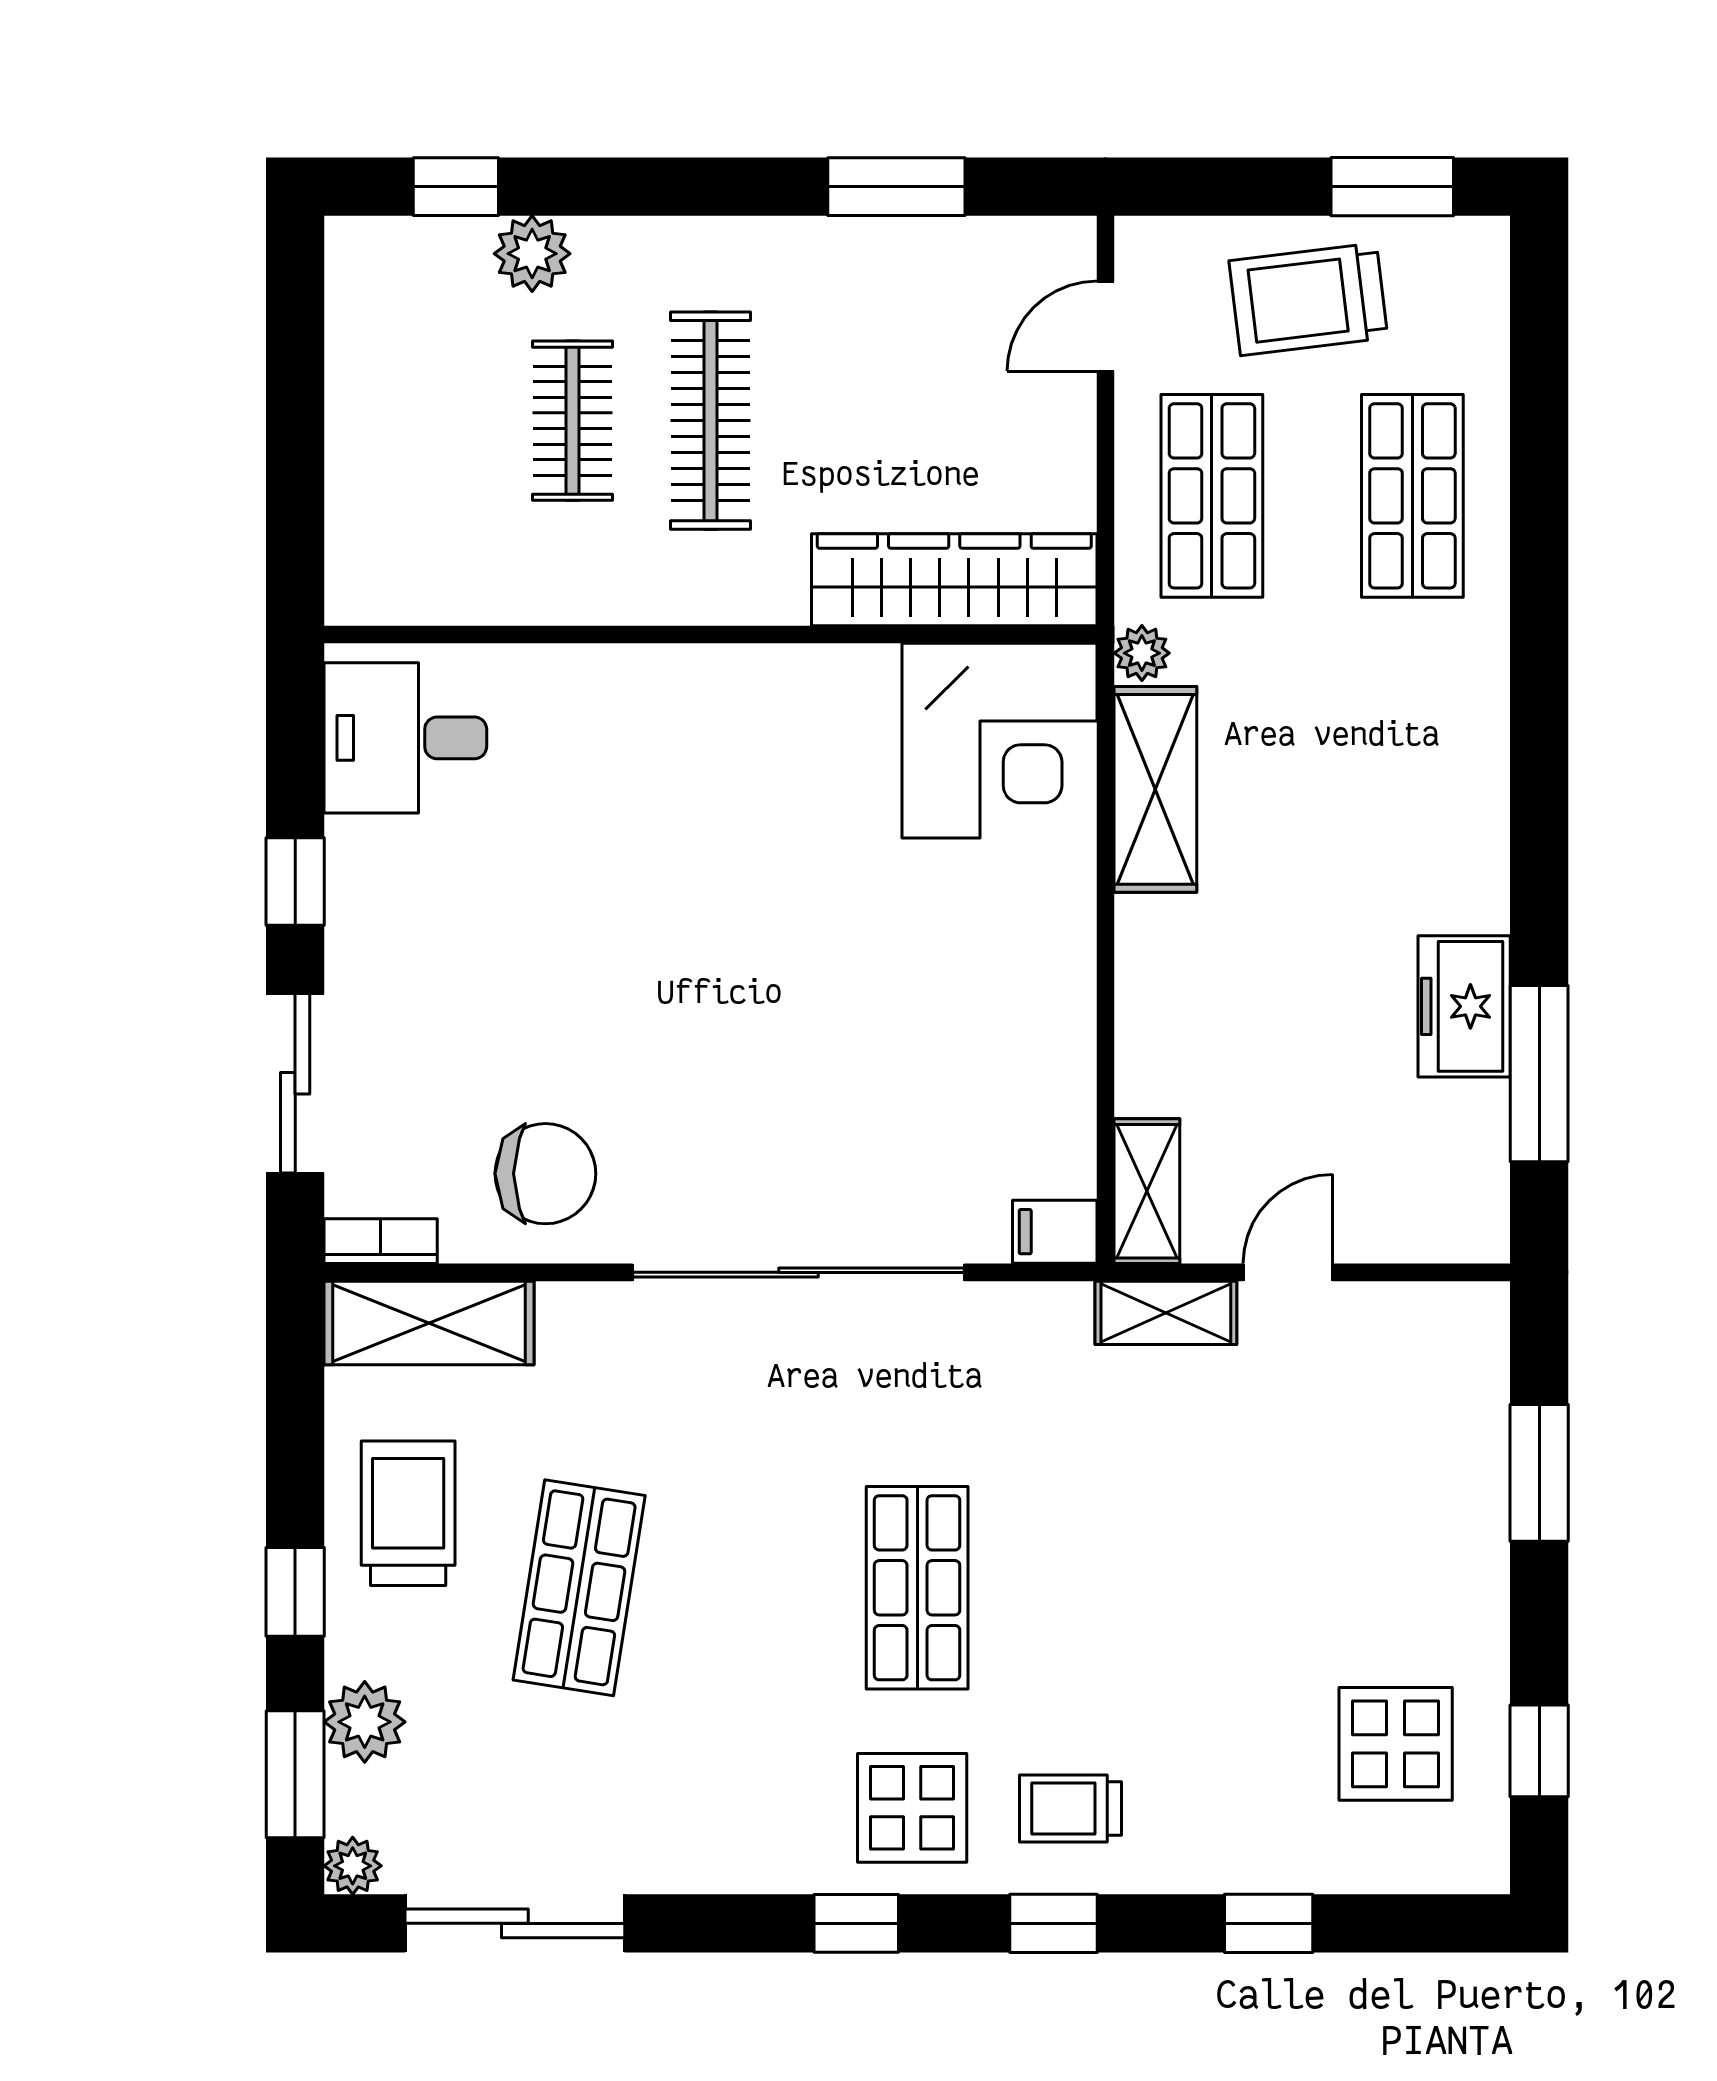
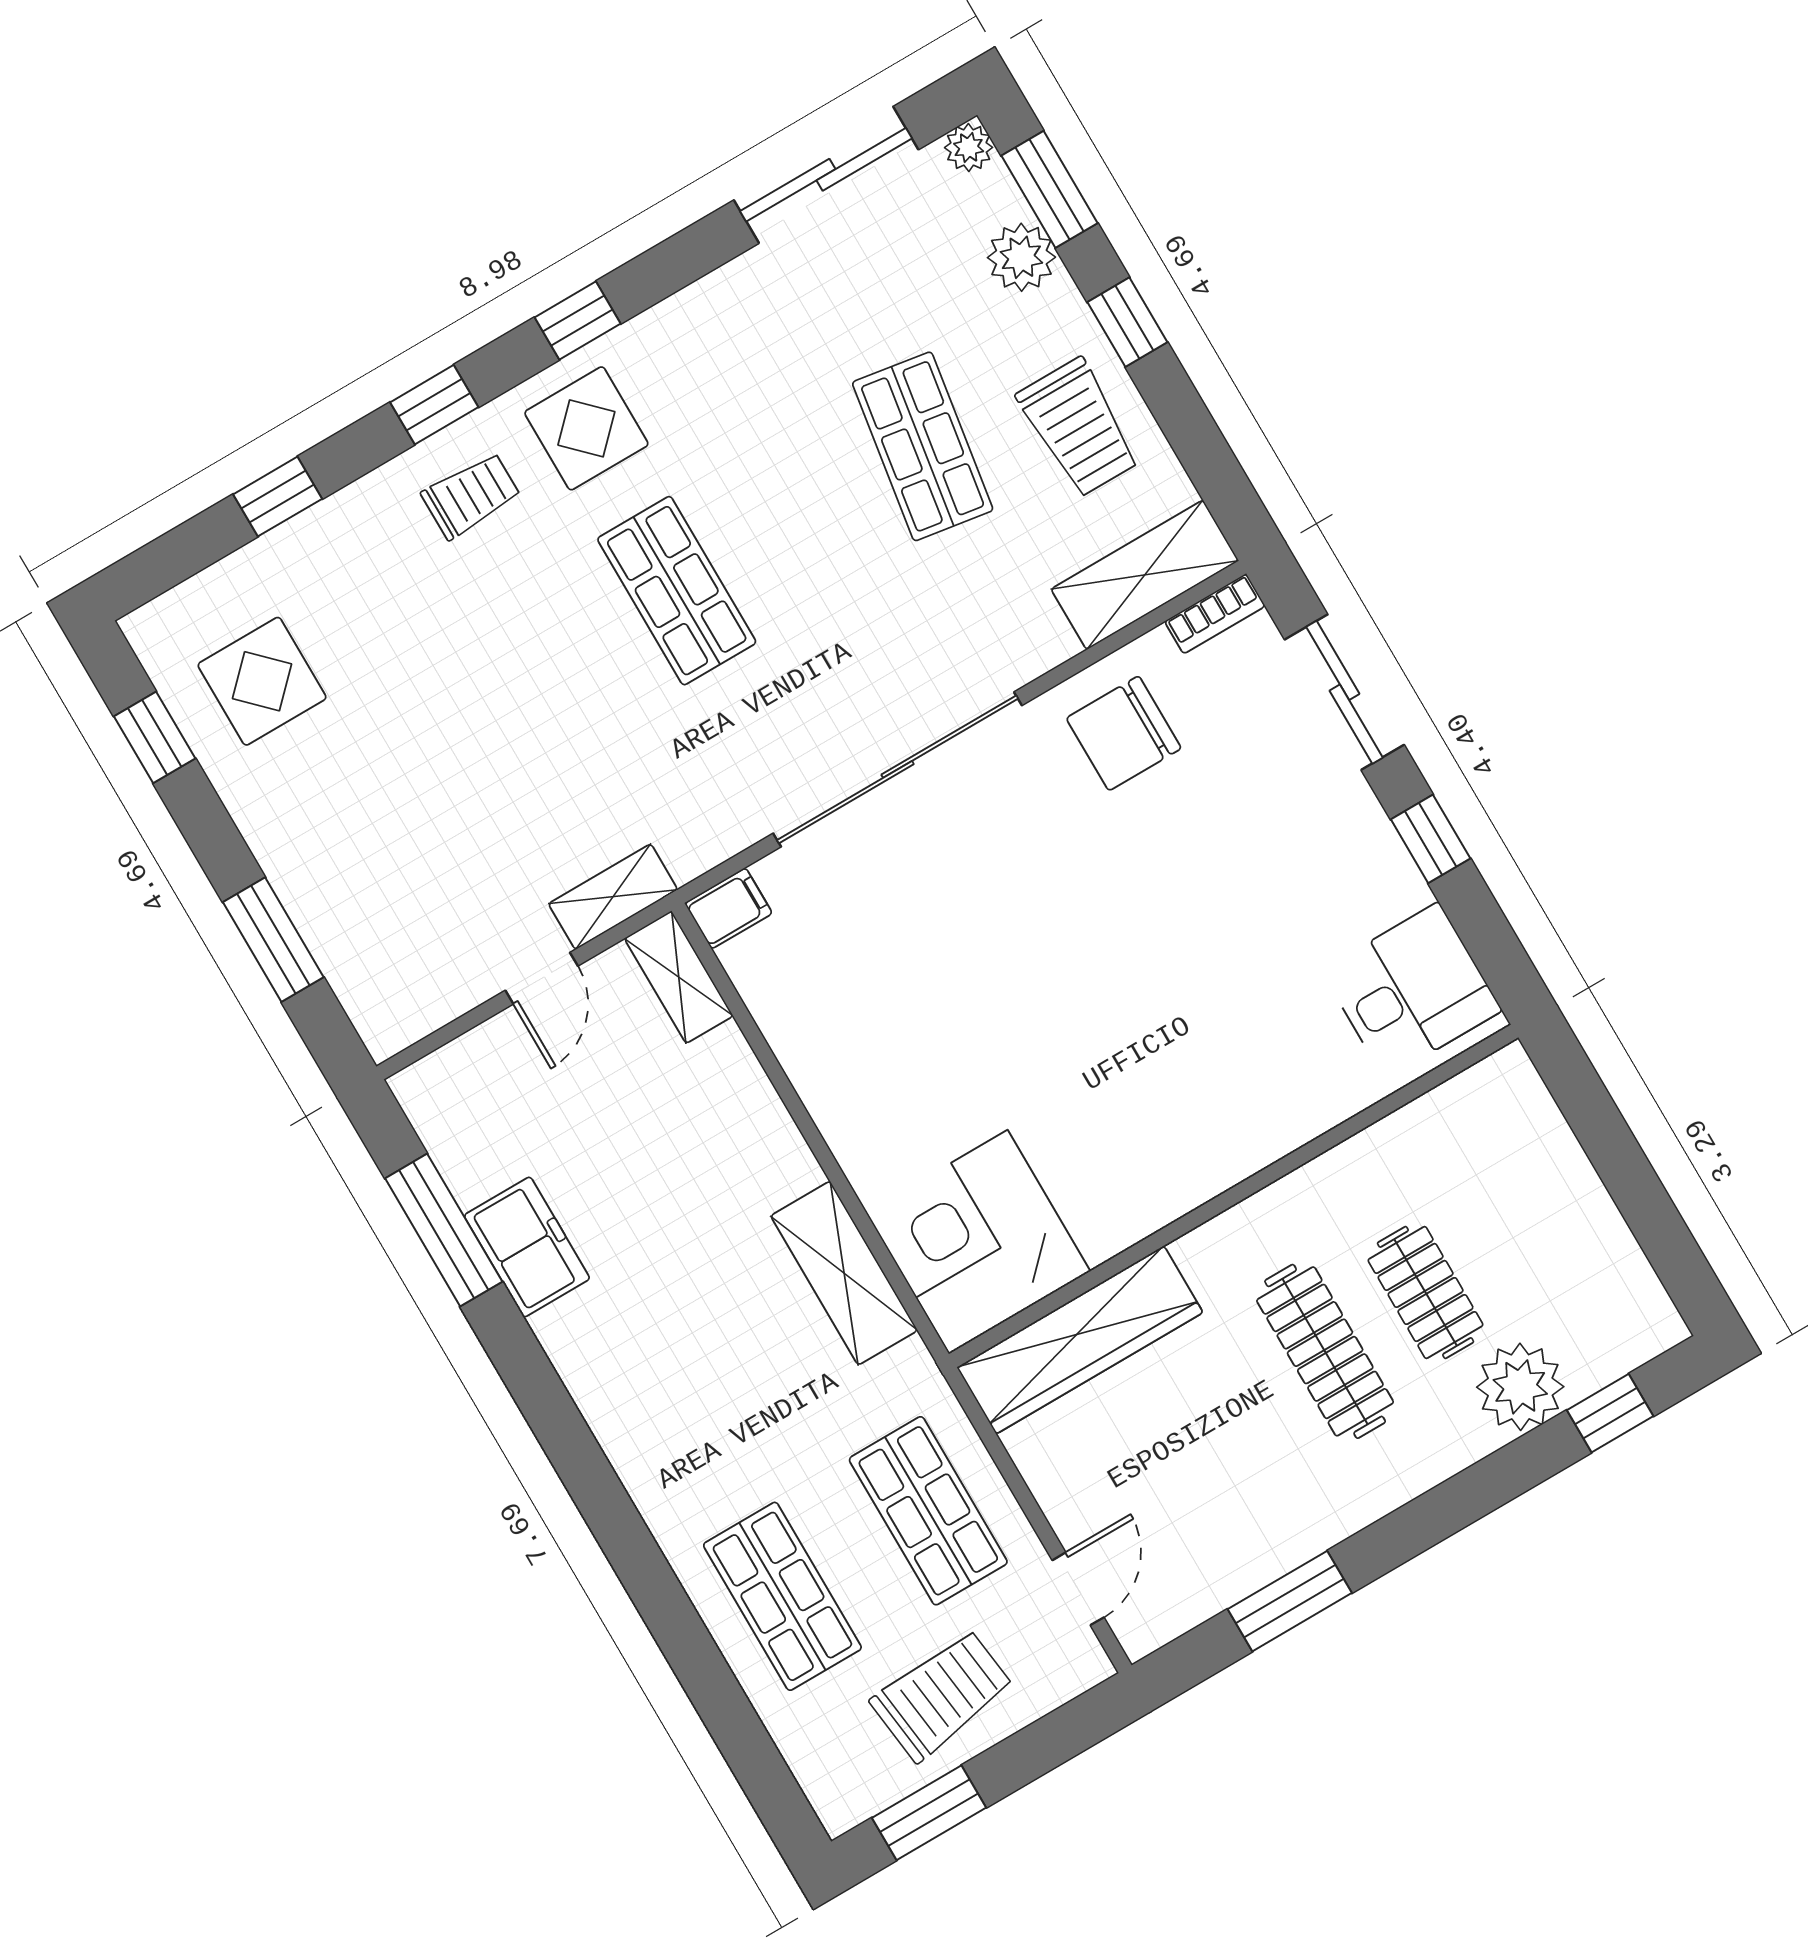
plant: (532, 254) -> (1520, 1387), width x1.36, depth x1.36
plant: (1142, 653) -> (912, 1367), removed

